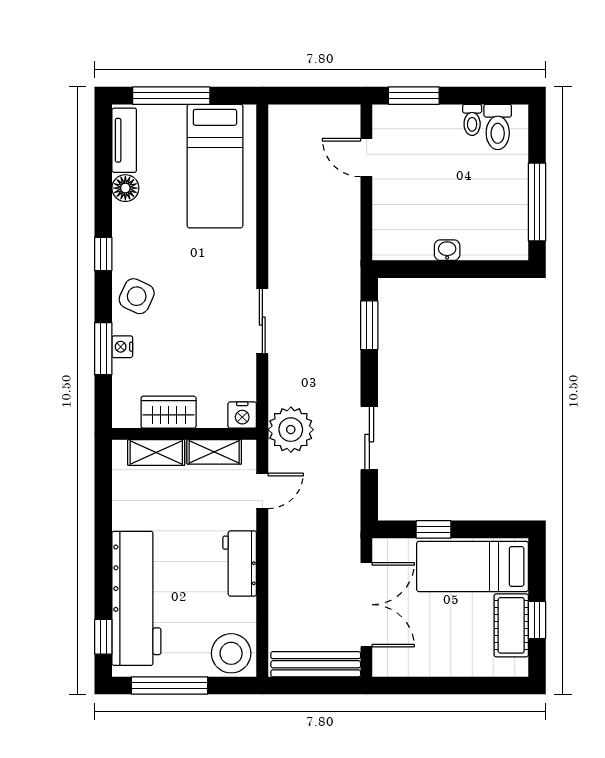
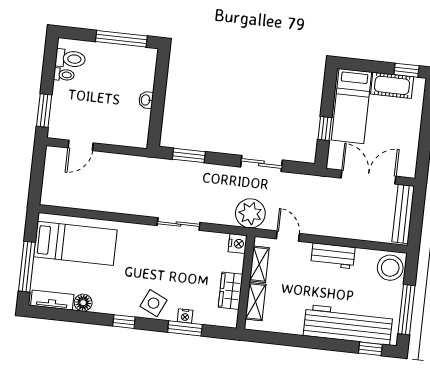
window: (537, 620) -> (407, 70), moved

